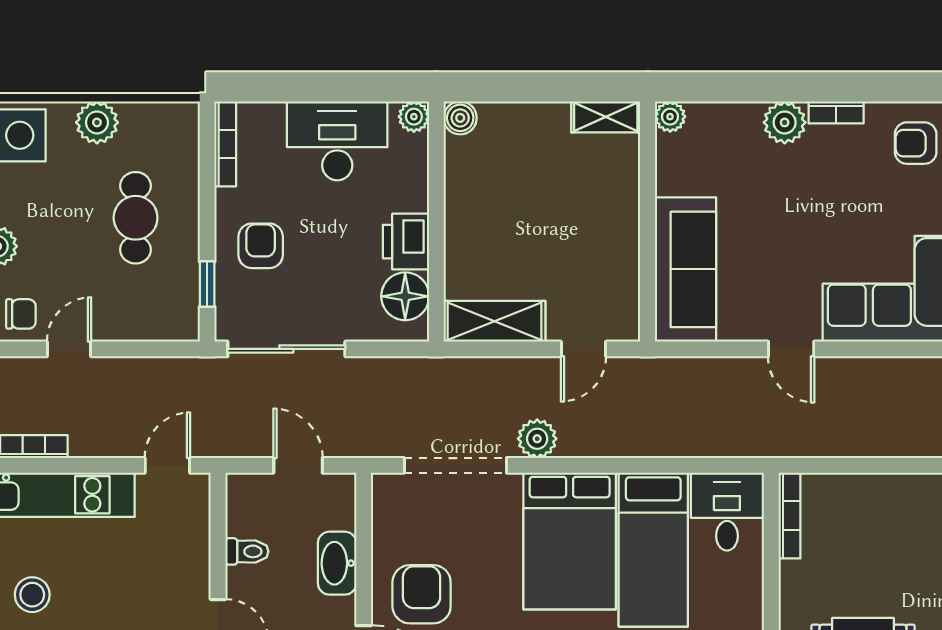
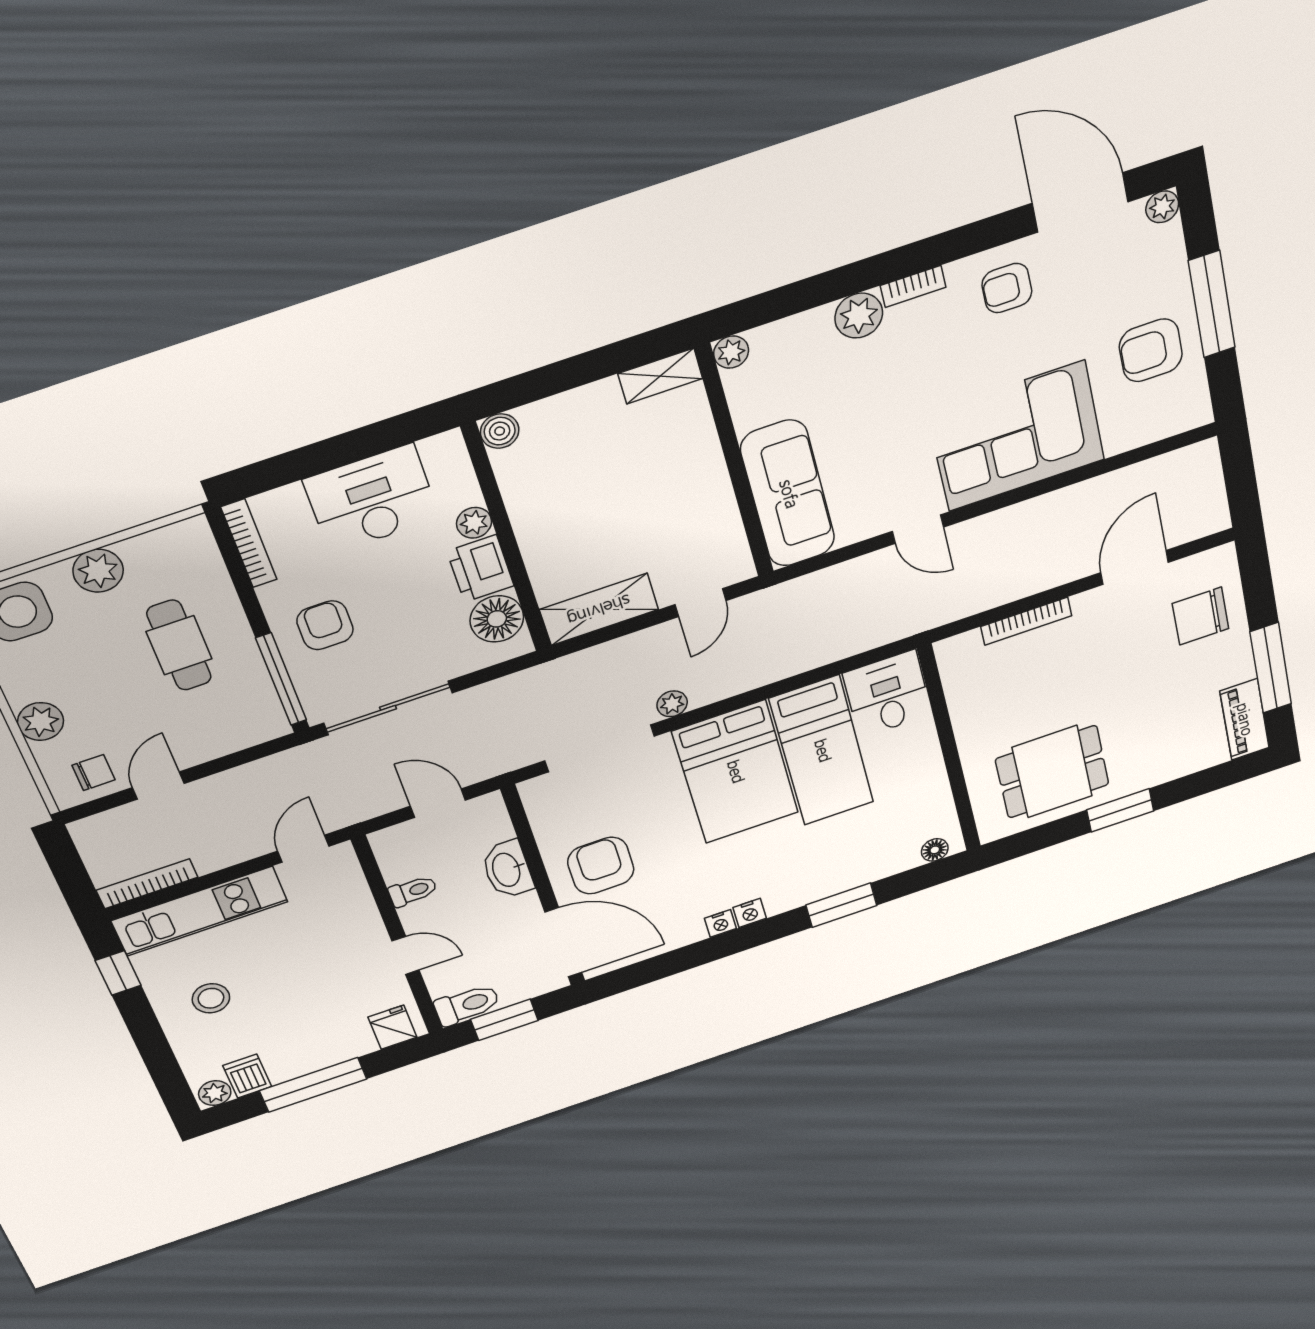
plant: (414, 117) -> (474, 523), moved
window: (207, 284) -> (281, 679), width x2.17
plant: (537, 439) -> (672, 704), width x0.73, depth x0.73
bookcase: (790, 516) -> (1026, 621), moved, turned 90

